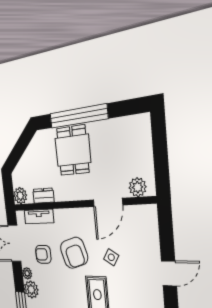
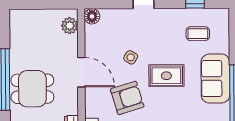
door: (108, 202) -> (81, 72), moved
floor lamp: (149, 213) -> (92, 16), added

